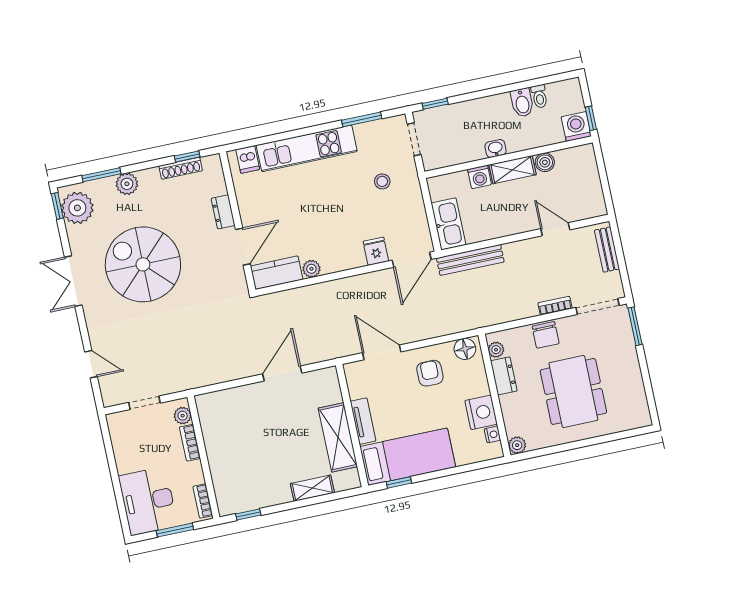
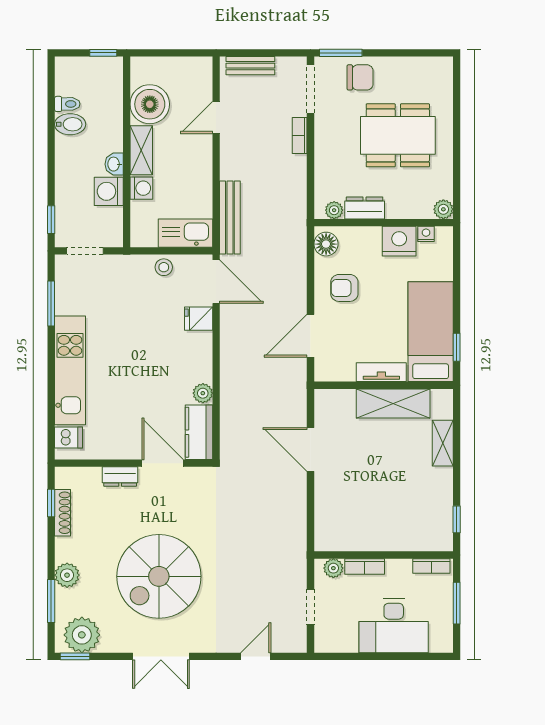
washing machine: (576, 126) -> (109, 191), moved
boiler: (545, 162) -> (150, 104), width x1.86, depth x1.86
stool: (382, 181) -> (164, 267), moved
chair: (546, 335) -> (360, 77), moved
desk: (148, 501) -> (394, 626), moved

